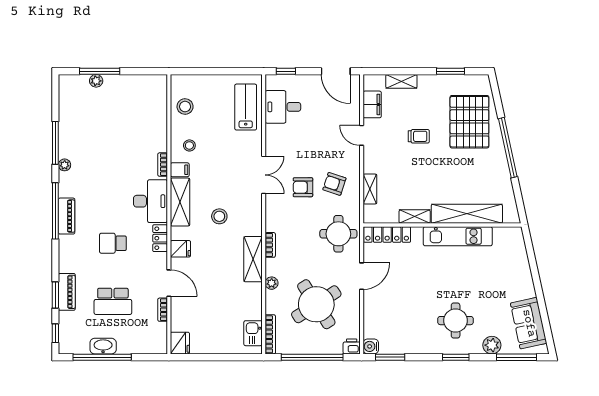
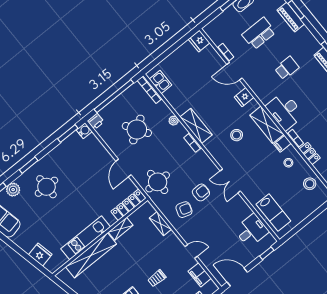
locker: (160, 238) -> (310, 154), moved
fridge: (518, 257) -> (40, 255), added
round table: (316, 304) -> (137, 130), width x0.73, depth x0.73

